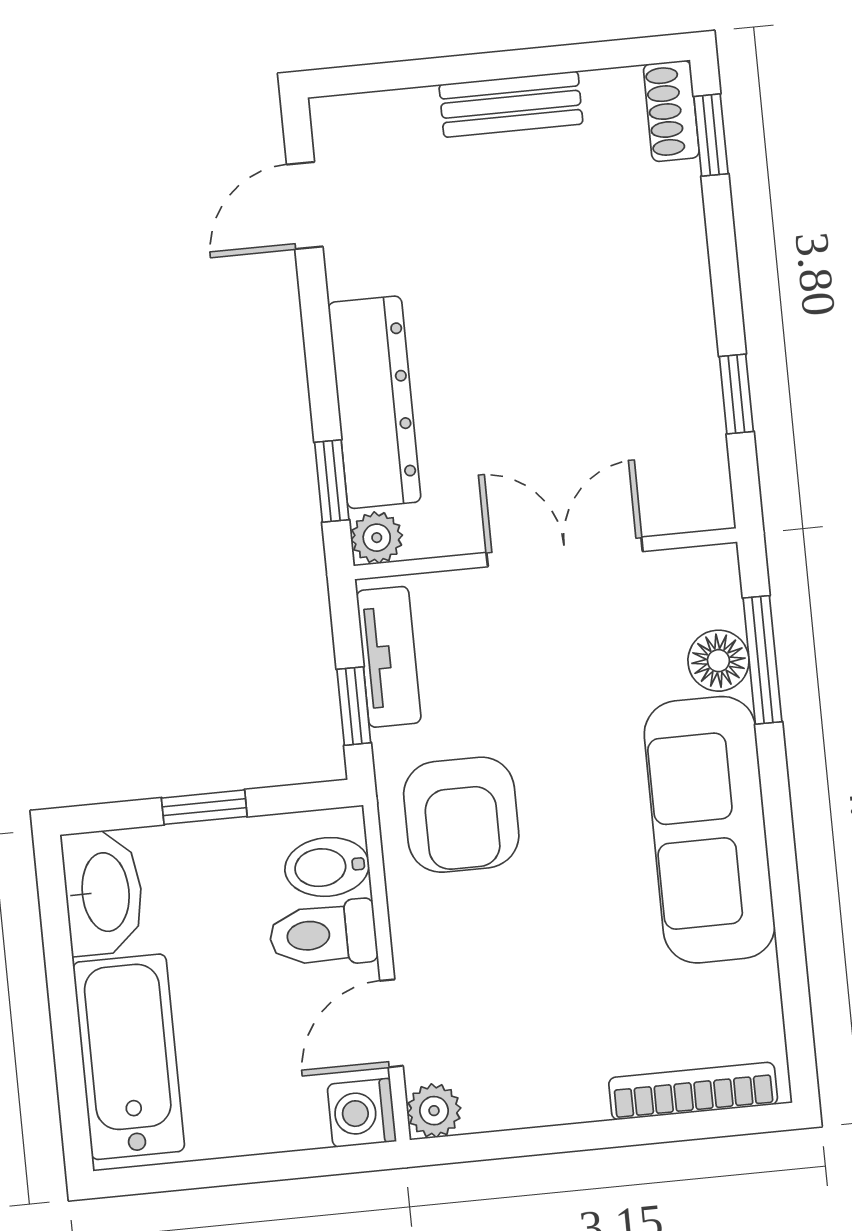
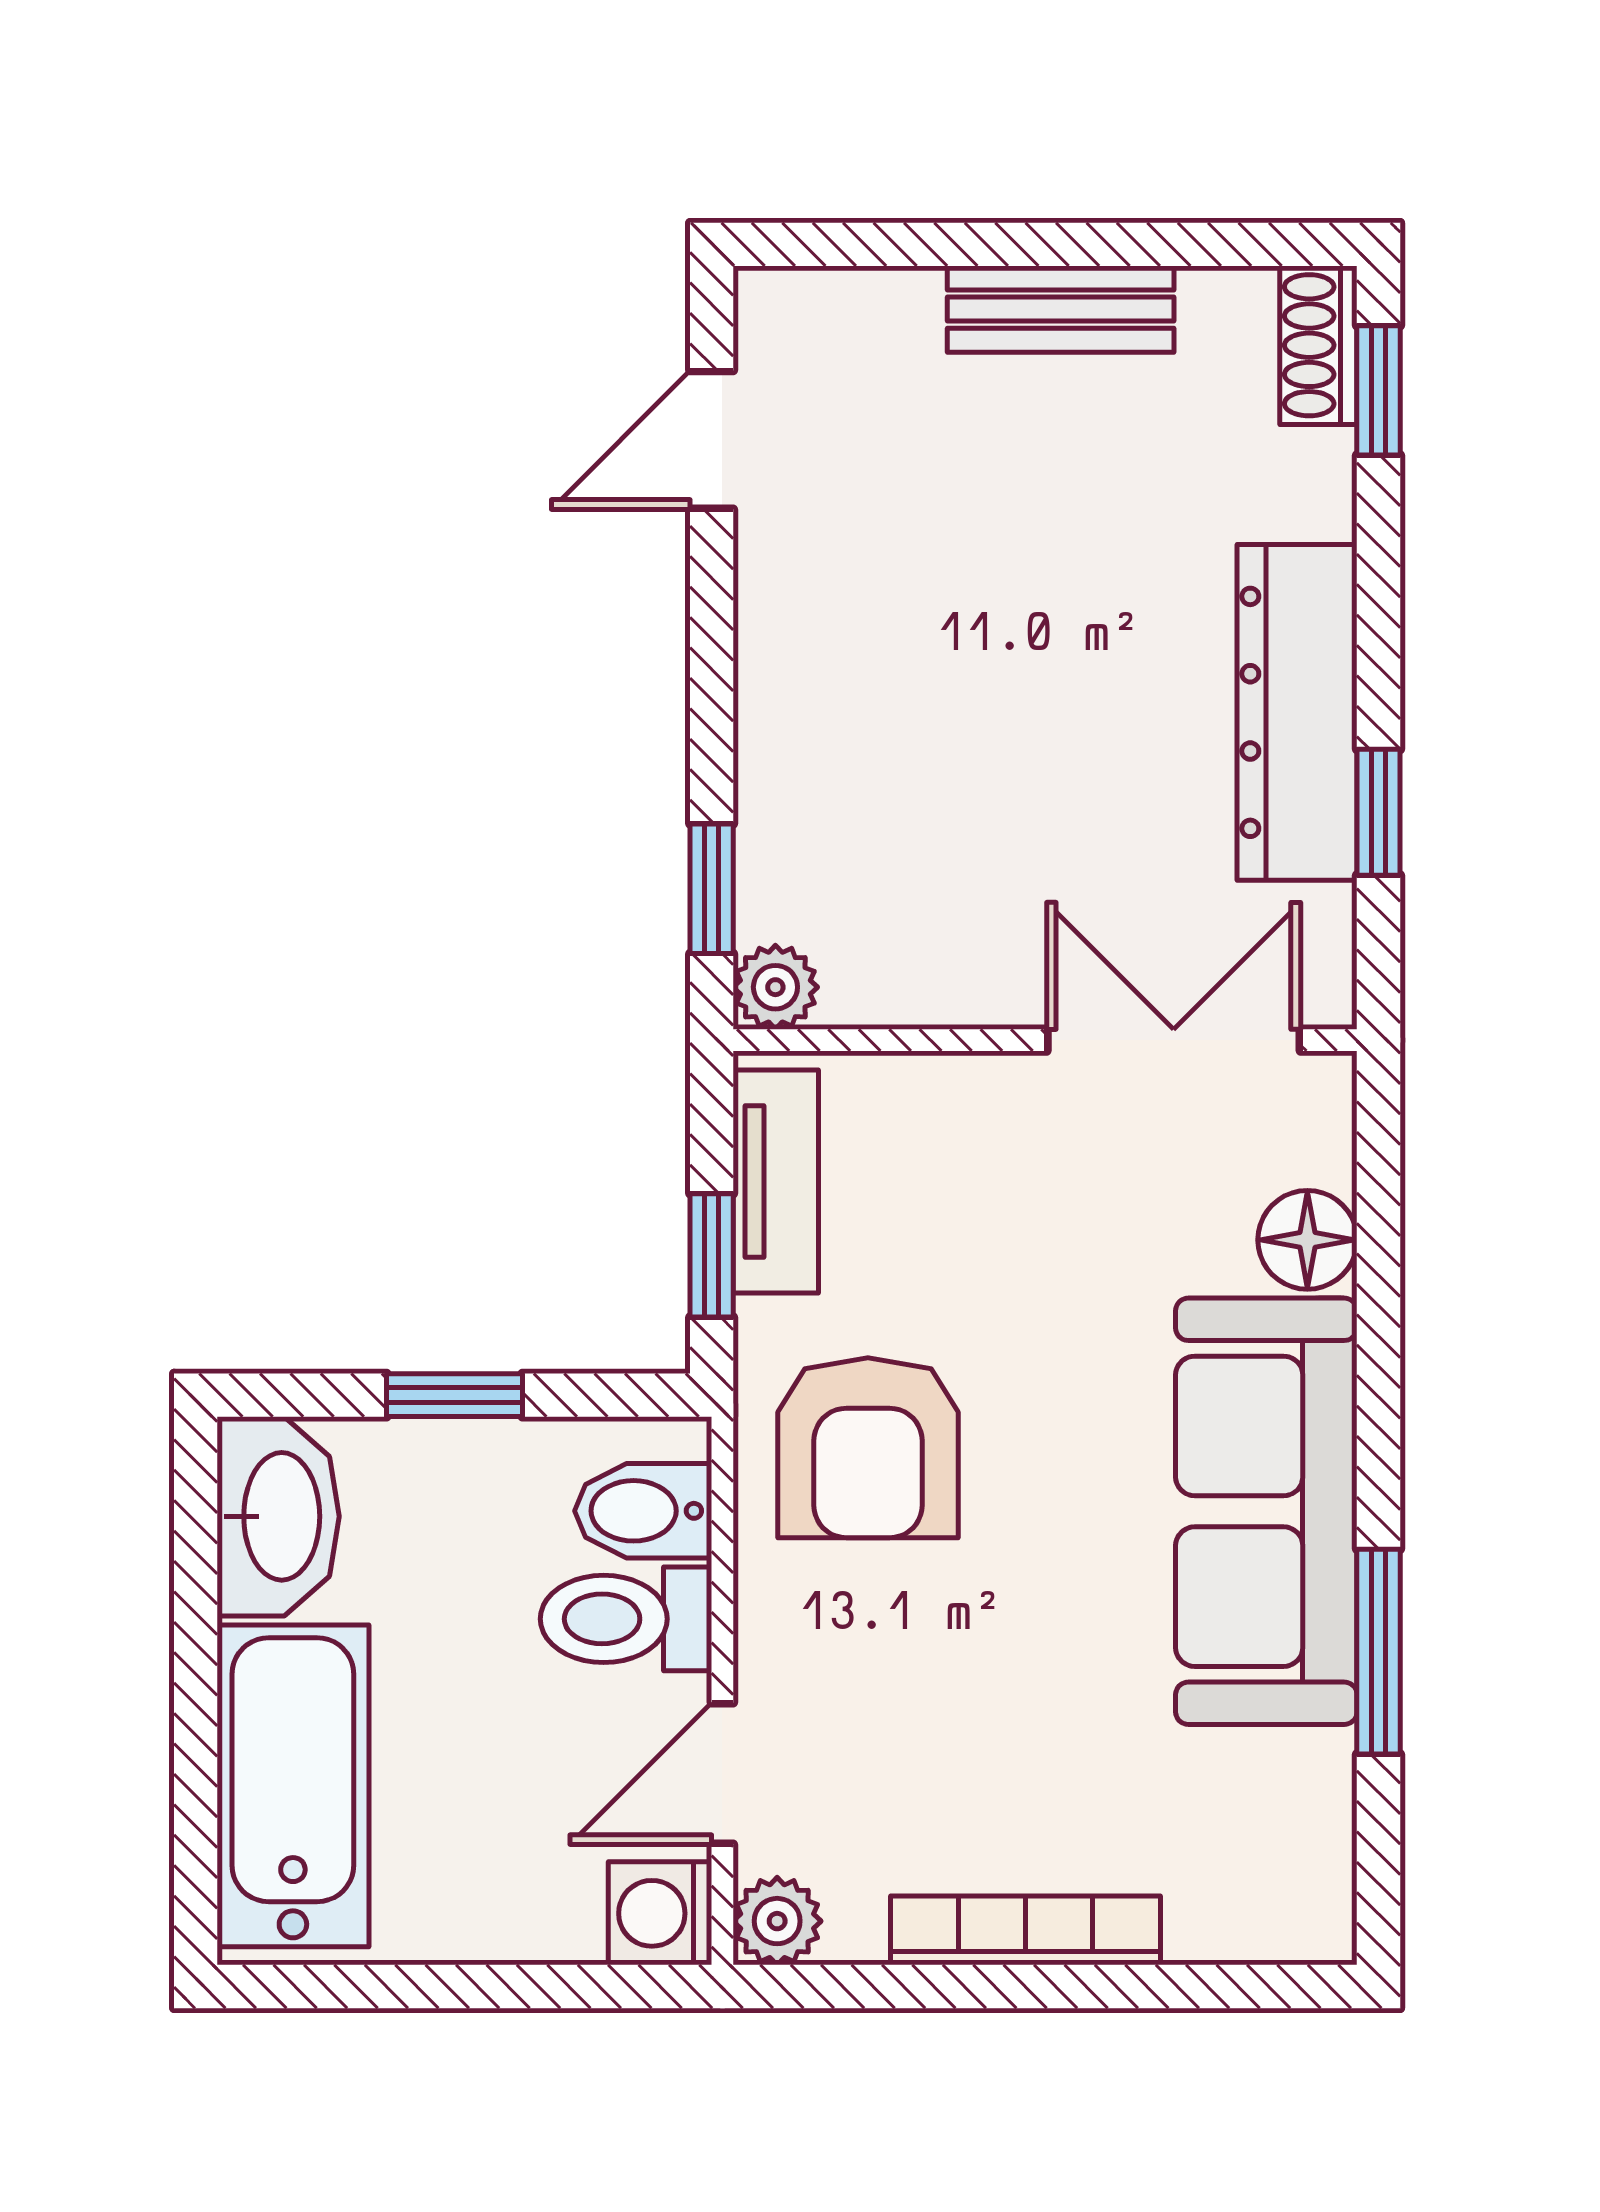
dresser: (374, 402) -> (1297, 712), moved, turned 180
double door: (565, 552) -> (1174, 1040), moved
window: (762, 660) -> (1378, 1652), moved
bookcase: (693, 1091) -> (1026, 1930), moved

